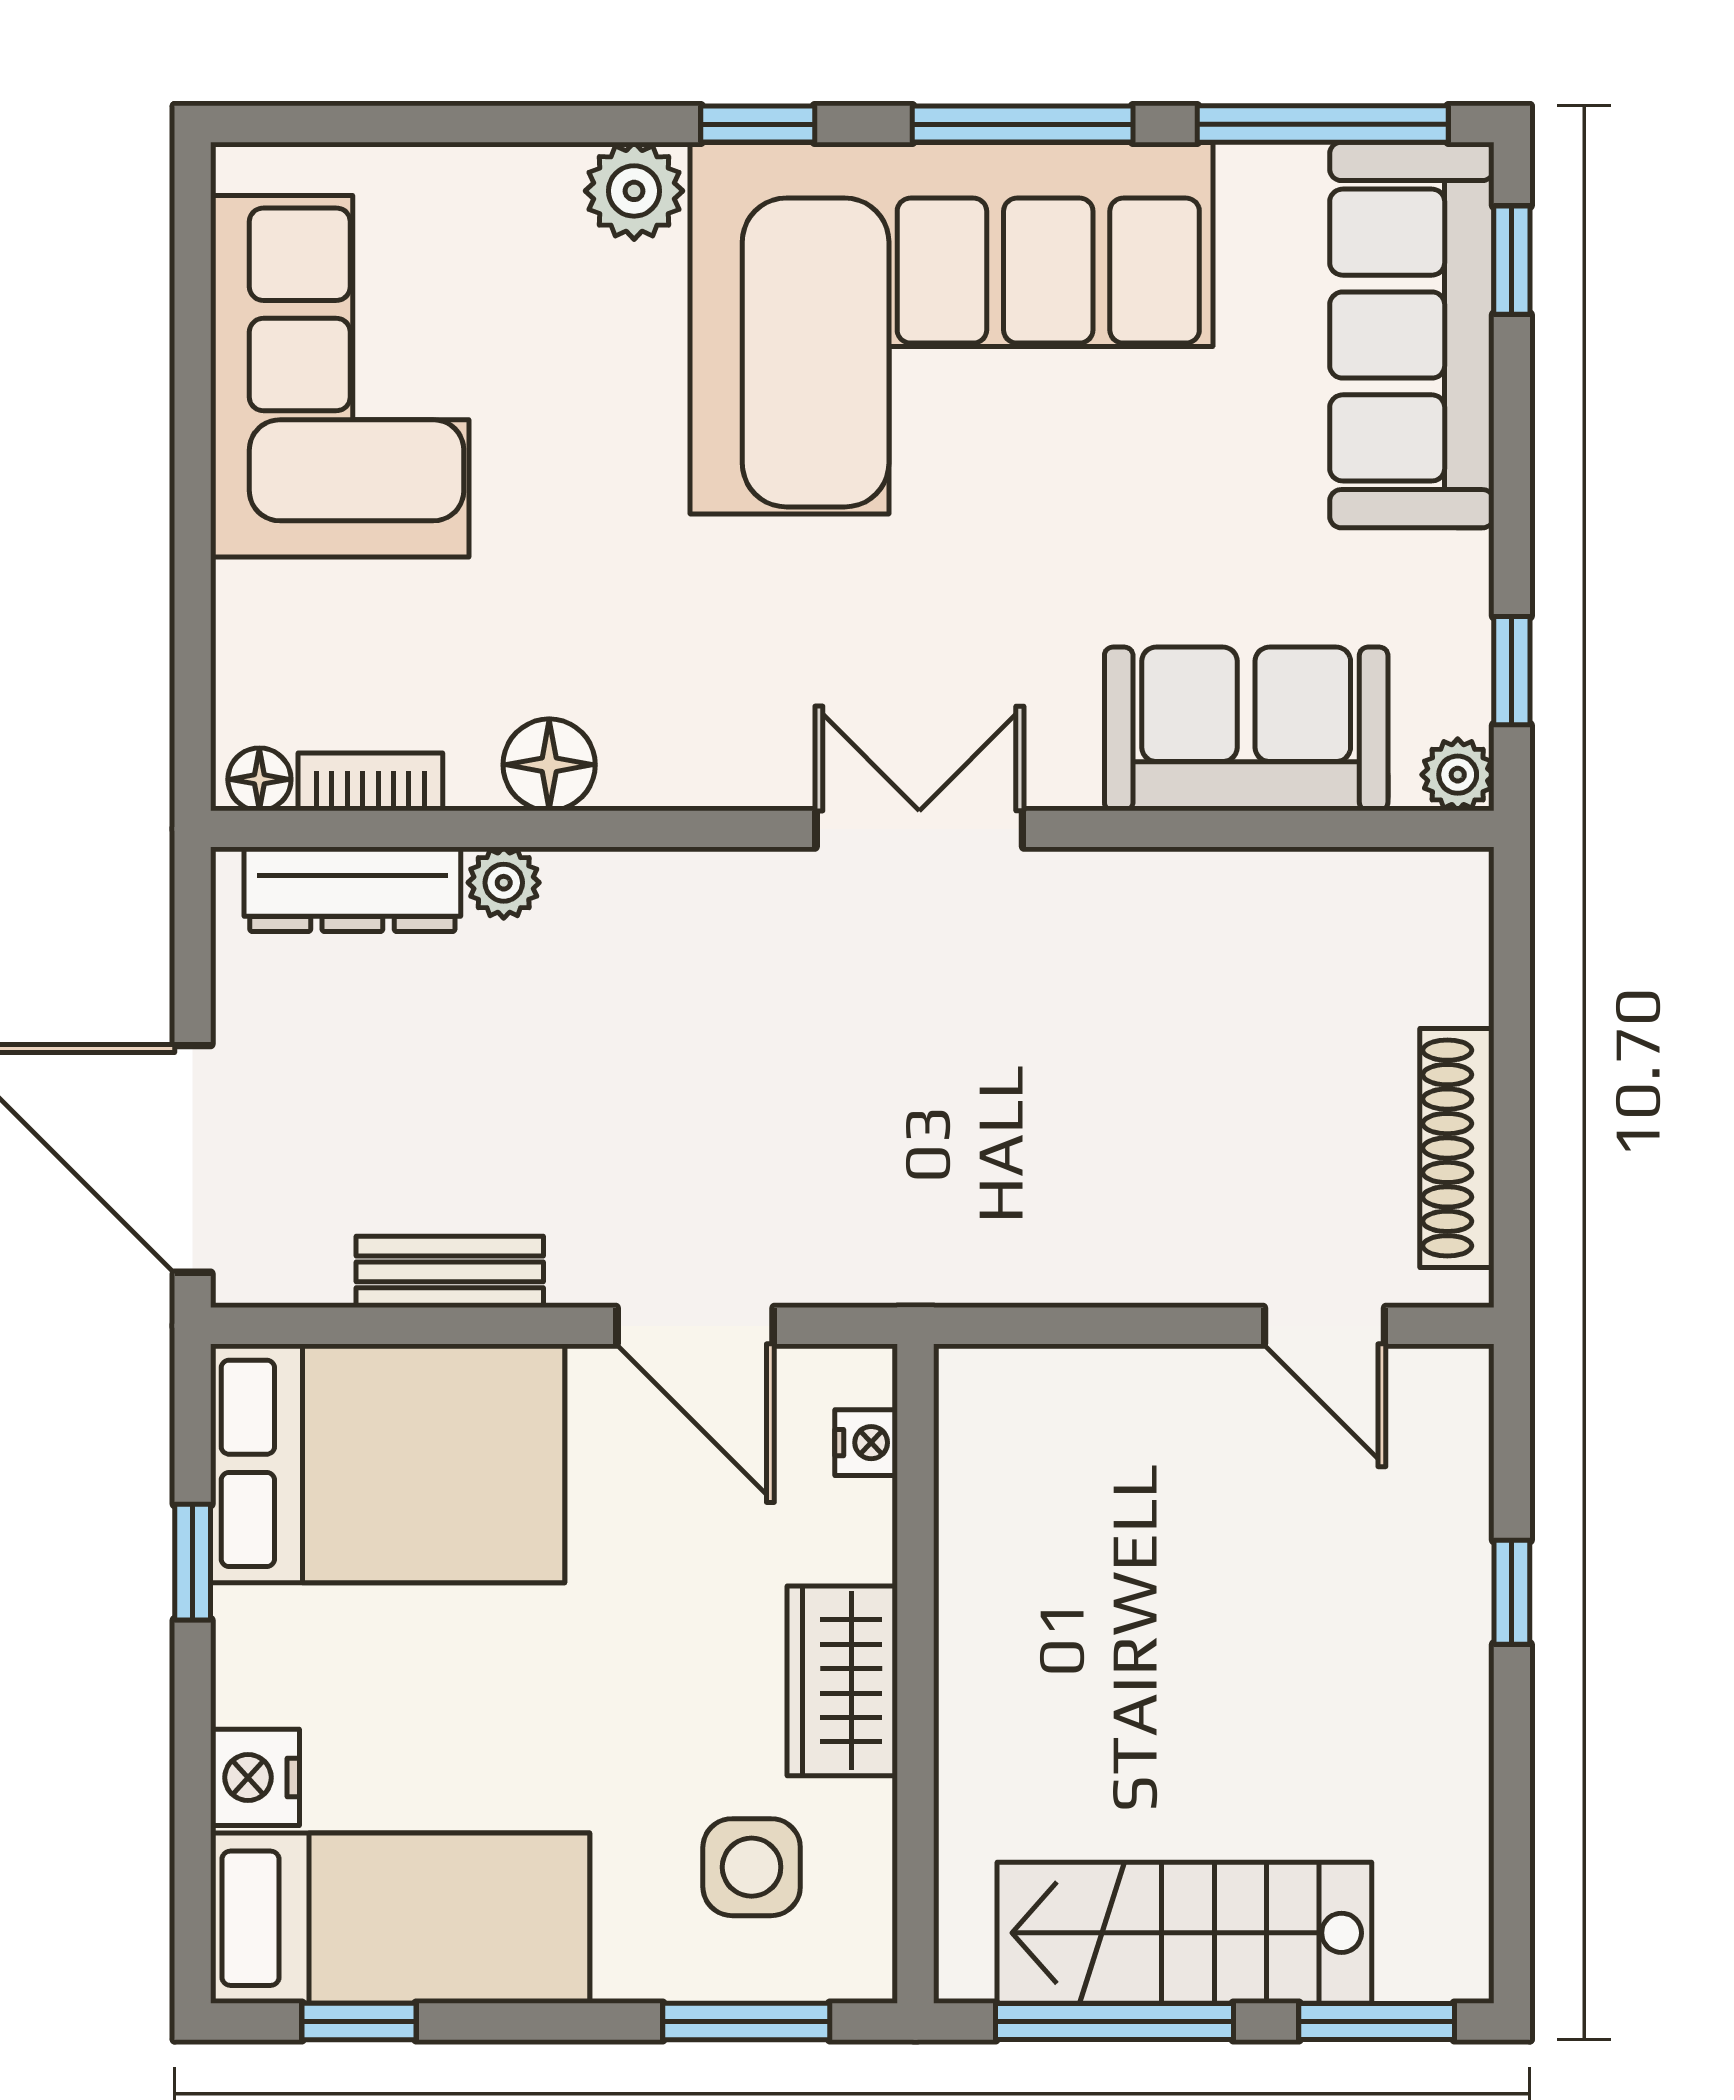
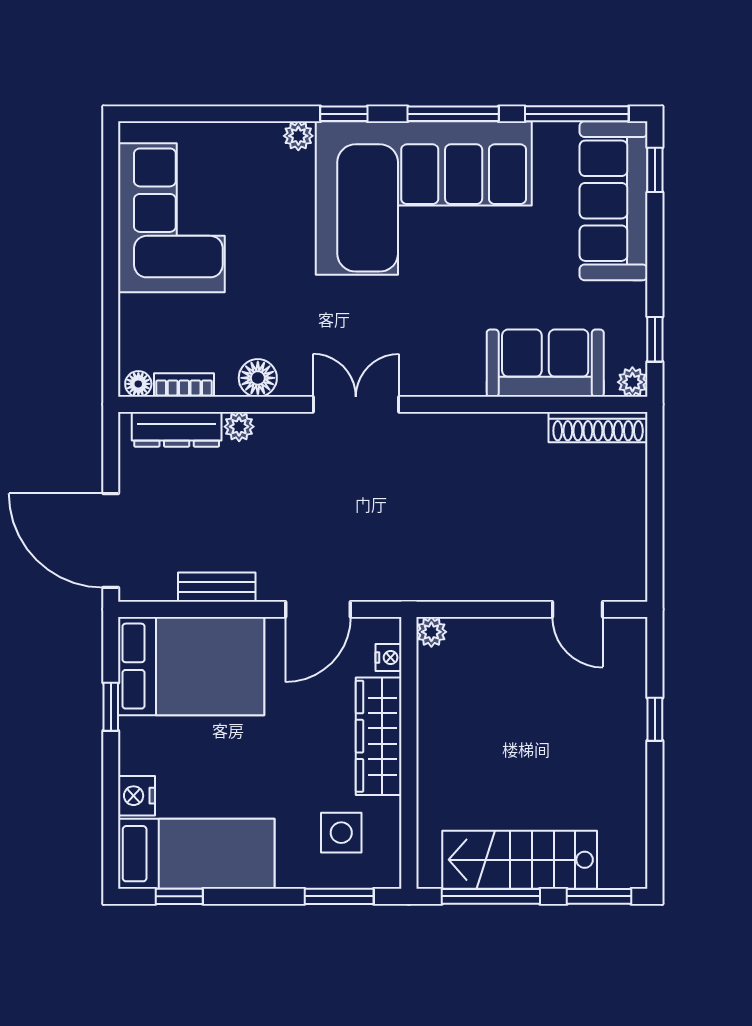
plant: (634, 191) -> (298, 136), width x0.73, depth x0.73
double door: (919, 829) -> (356, 404), moved
shoe rack: (1457, 1148) -> (598, 427), moved, turned -90
door: (695, 1326) -> (318, 609), hinge flipped
plant: (970, 1380) -> (431, 632), added
wardrobe: (842, 1681) -> (379, 736), width x1.50

